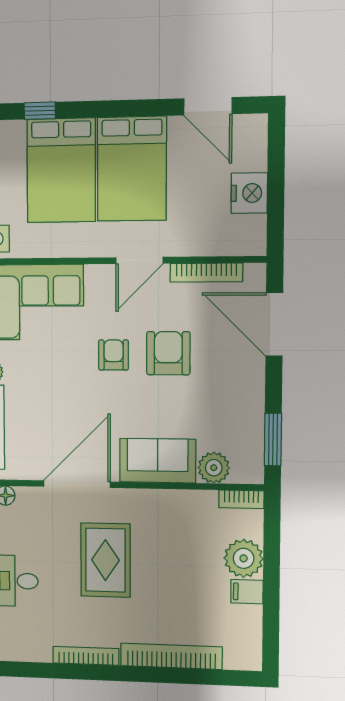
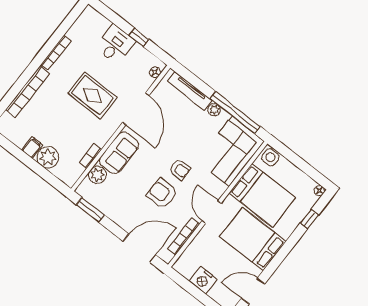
bed: (61, 170) -> (262, 195), moved, turned 180
armchair: (168, 353) -> (162, 194), turned 180
bookcase: (241, 499) -> (90, 156), moved

